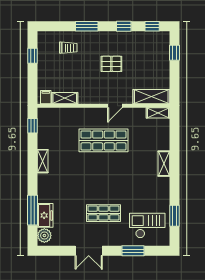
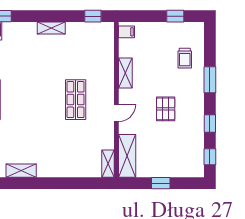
window: (174, 53) -> (161, 183), moved
shelving: (65, 98) -> (125, 73), moved
door: (115, 106) -> (116, 113), swing flipped
shop shelf: (103, 140) -> (76, 100), width x0.70, depth x0.74
shelving: (164, 164) -> (21, 171), moved

